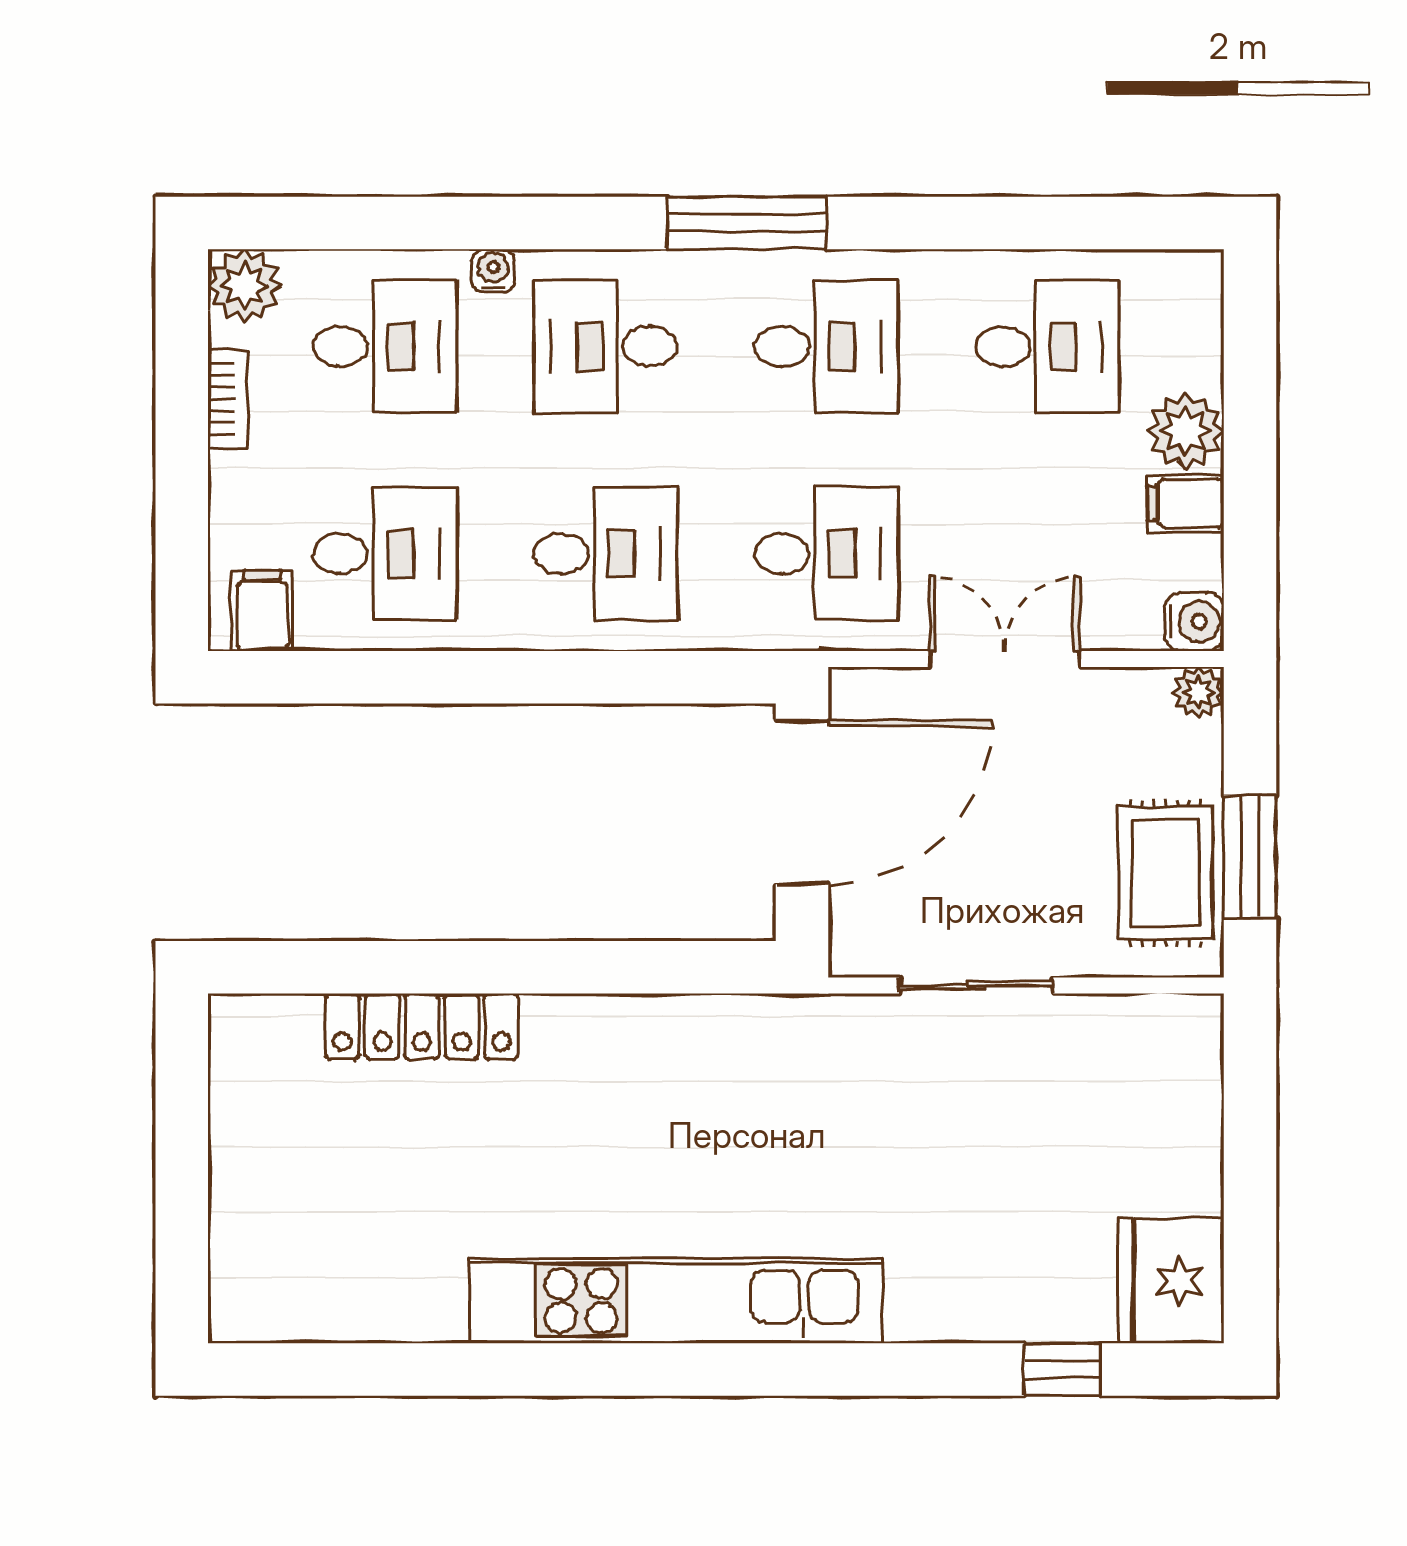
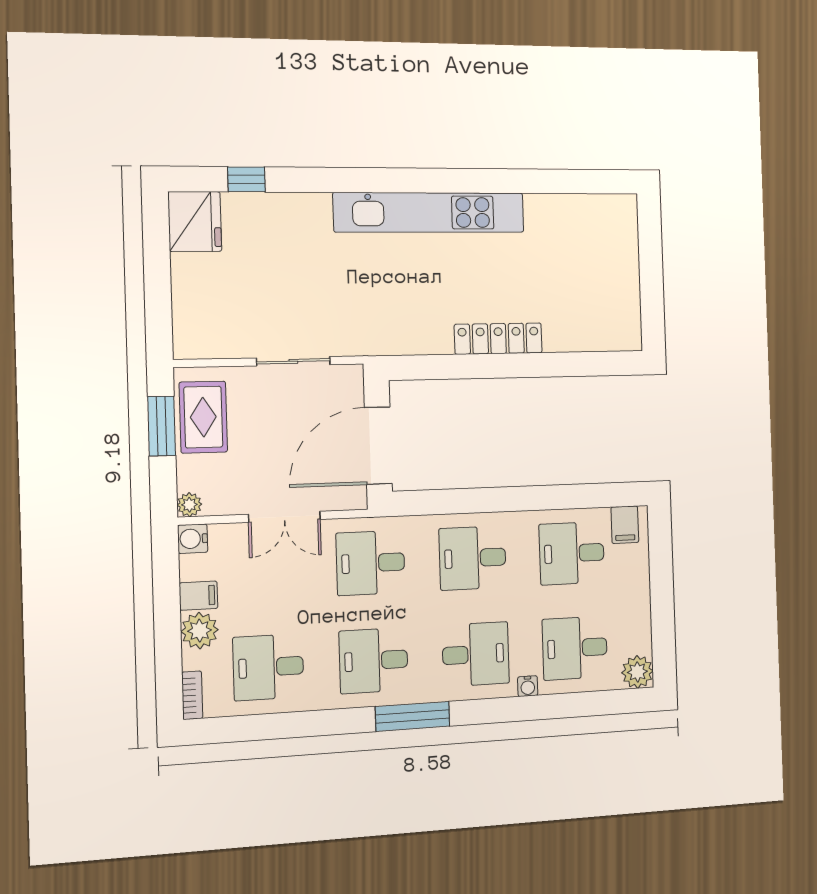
bookcase: (228, 399) -> (192, 695), moved, turned 180
locker: (422, 1026) -> (498, 339), moved

